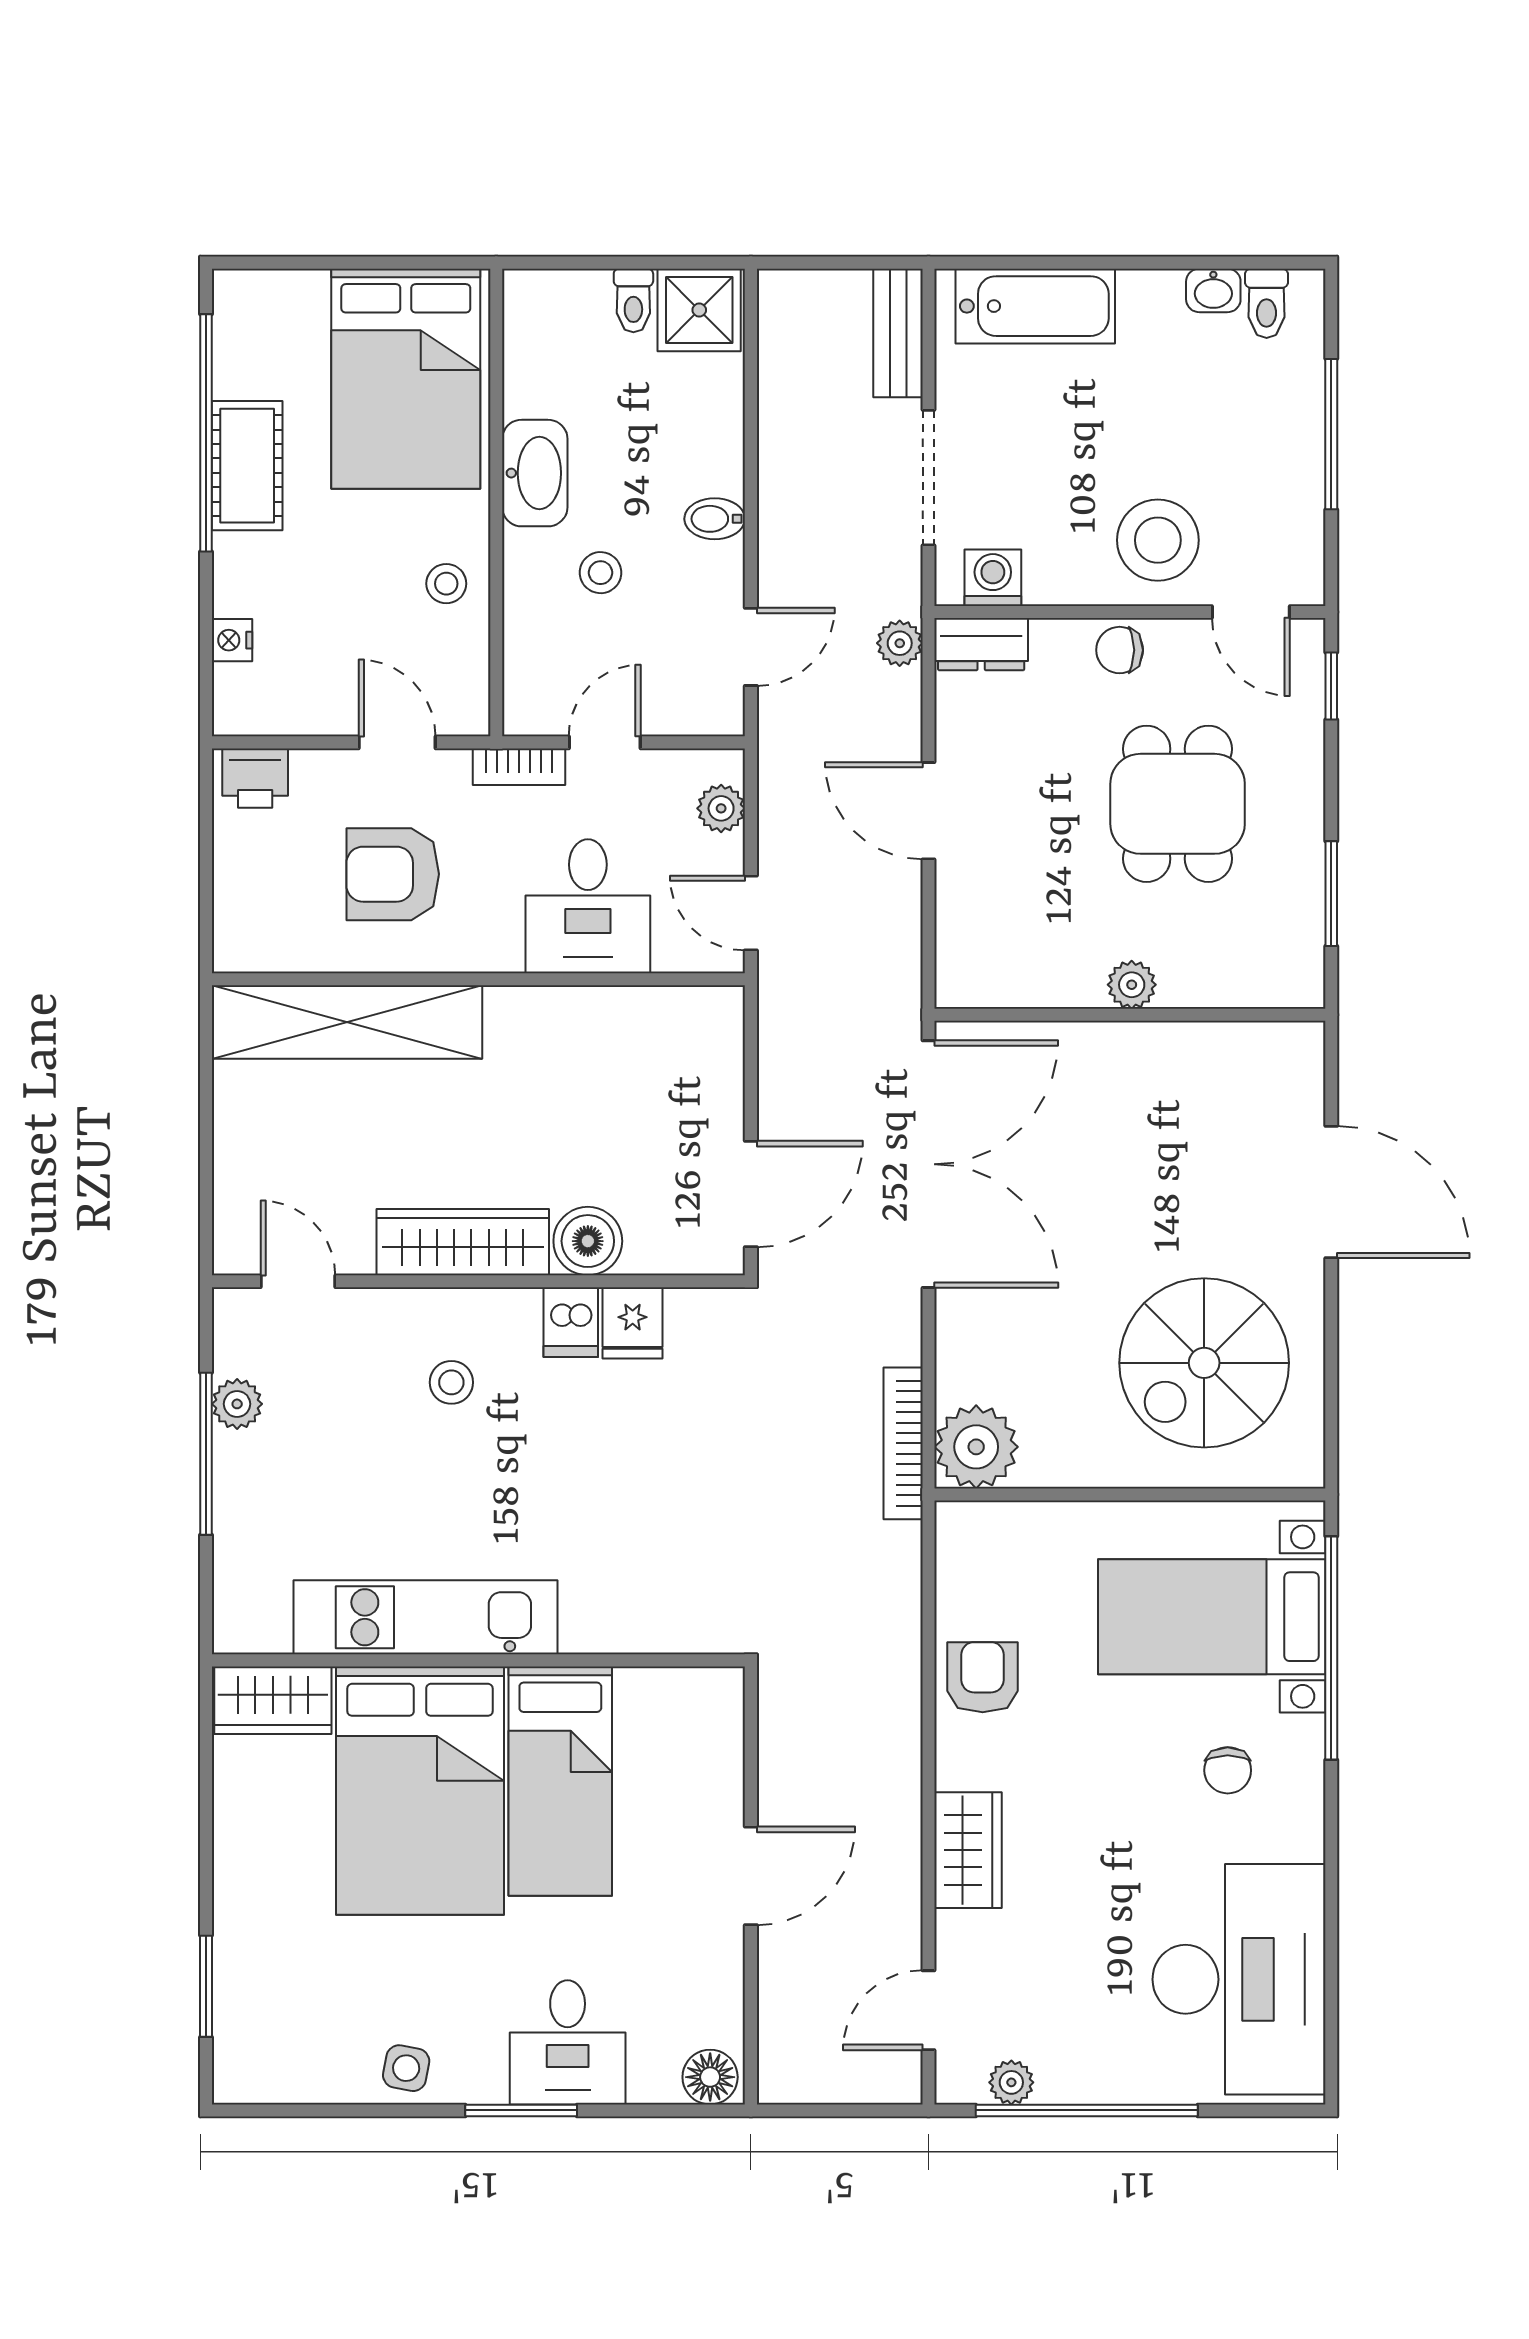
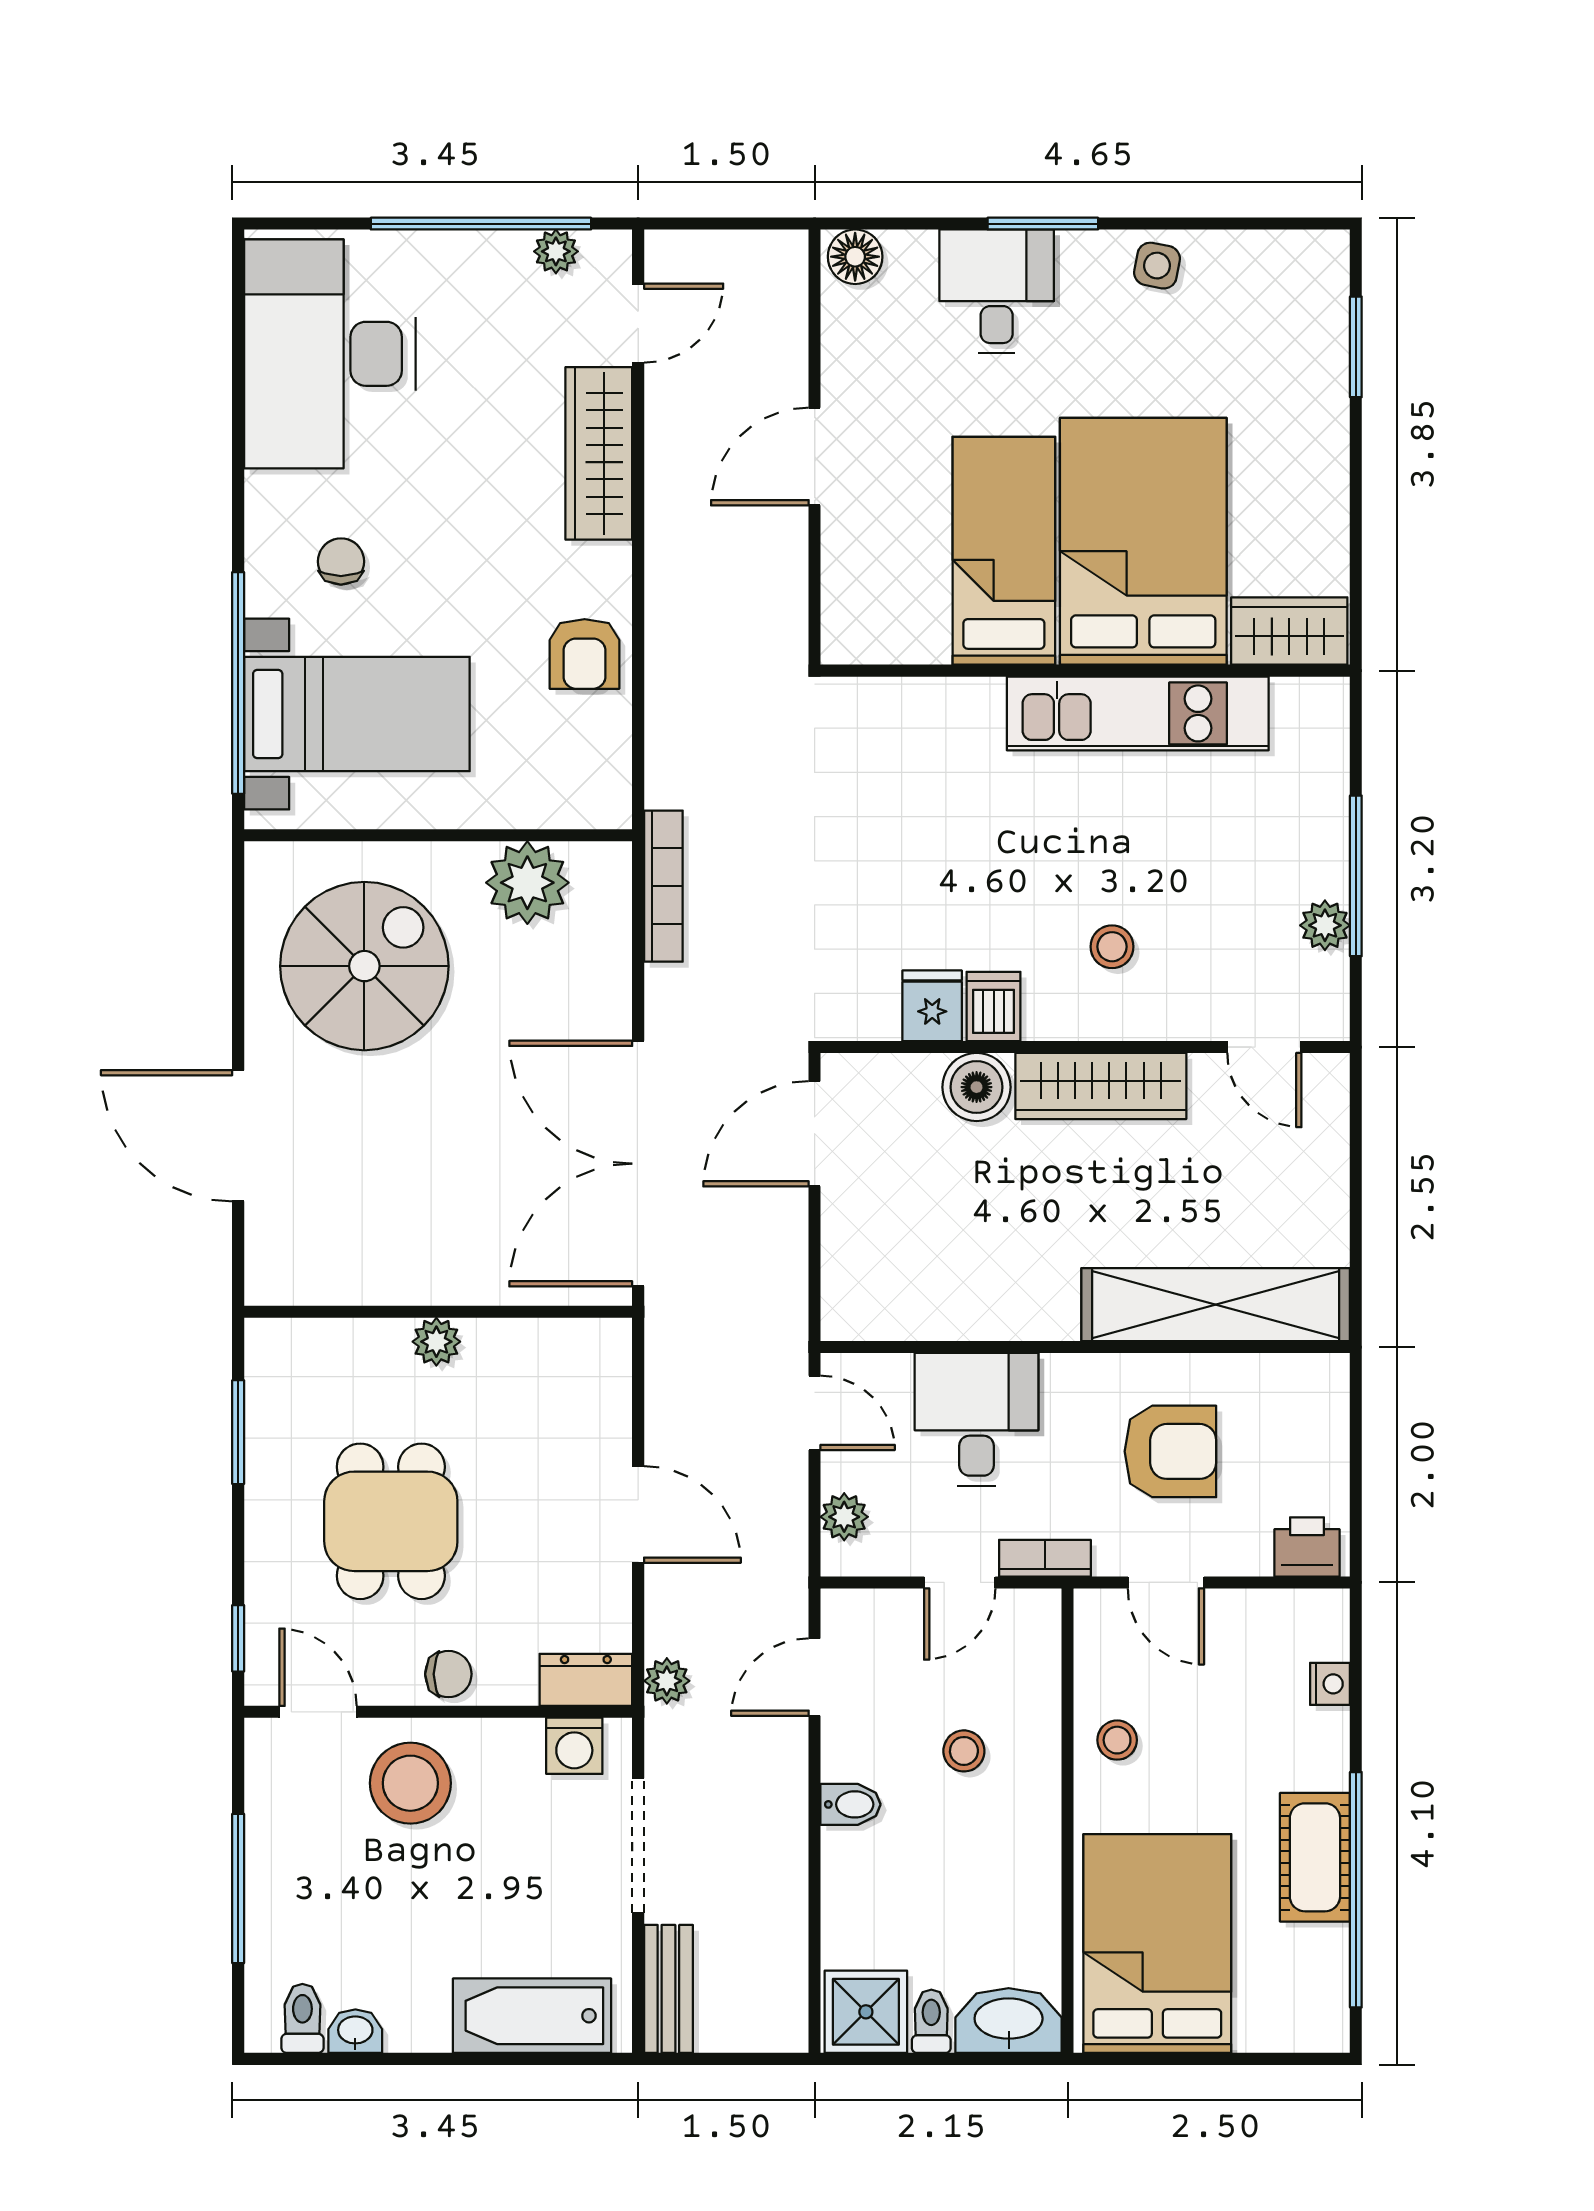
washbasin: (535, 473) -> (1009, 2021), moved, turned 90
plant: (976, 1447) -> (527, 883), moved
wardrobe: (968, 1850) -> (599, 453), width x1.50

